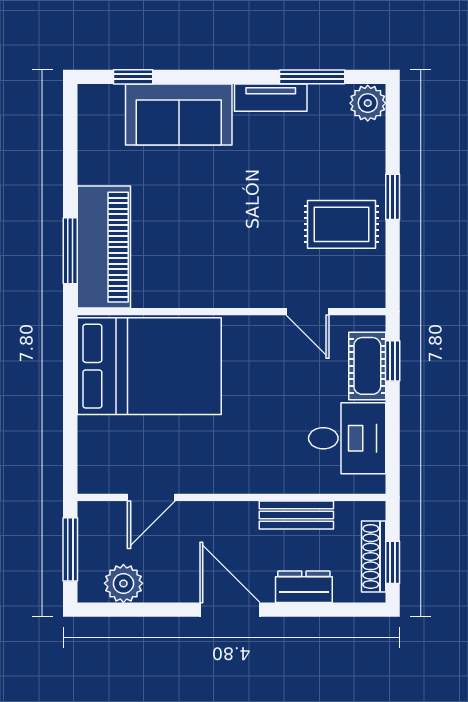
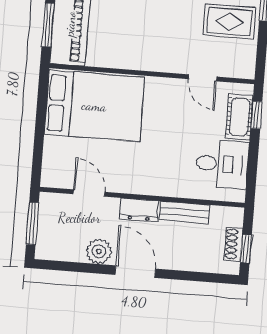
door: (151, 497) -> (89, 193), swing flipped
shoe rack: (374, 556) -> (234, 244), width x0.70
plant: (123, 583) -> (99, 251), moved
dresser: (304, 587) -> (139, 210), moved, turned 180

